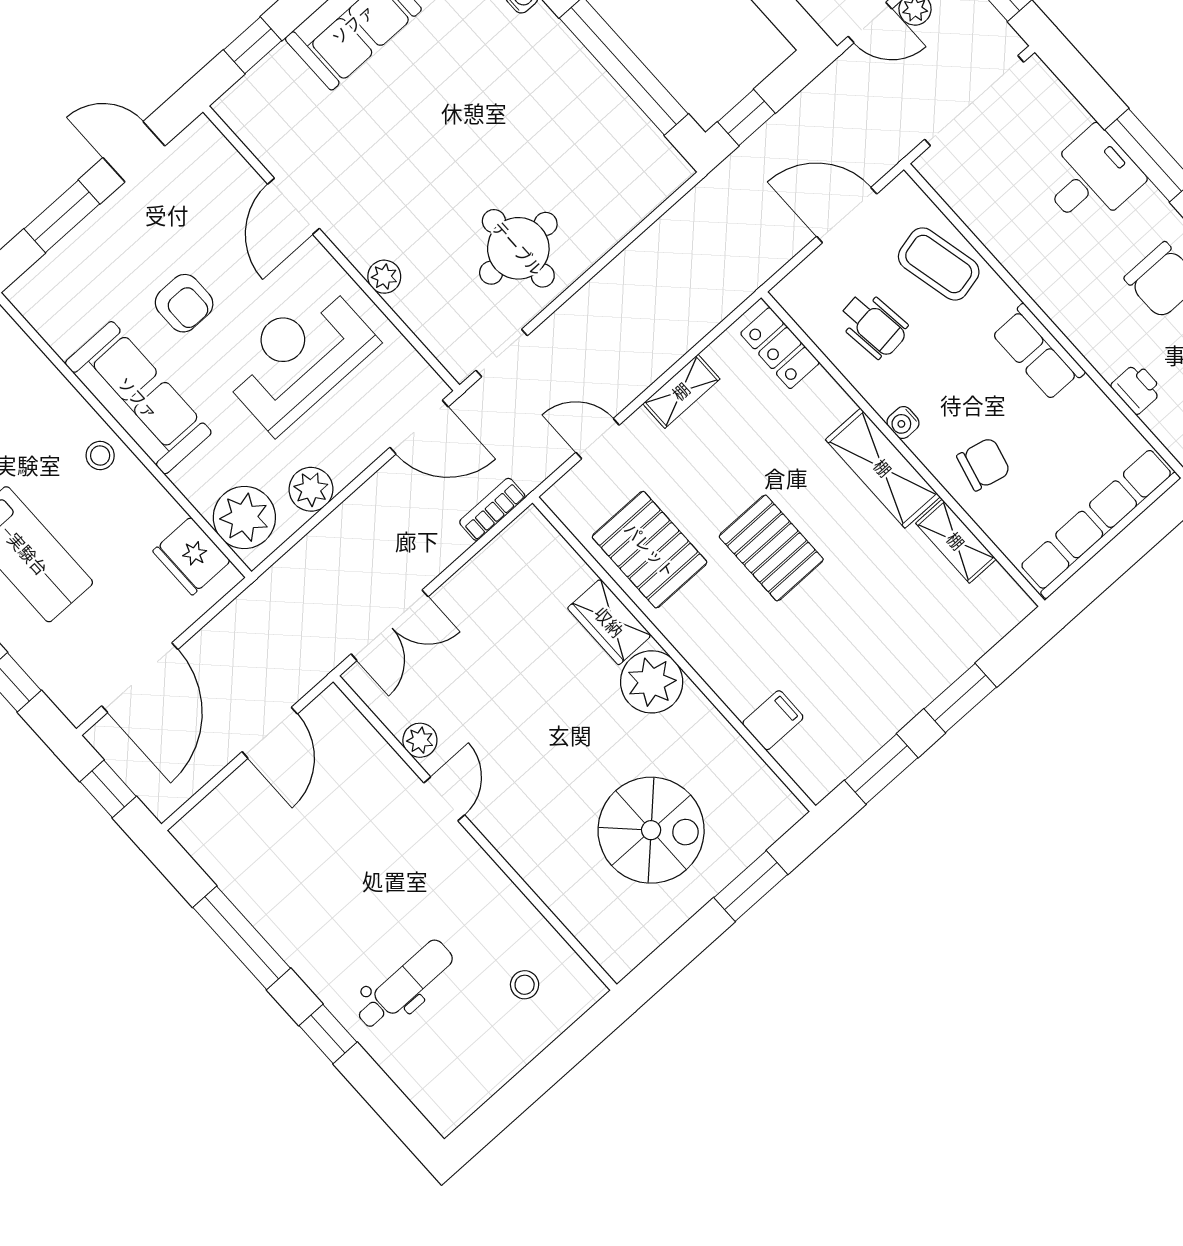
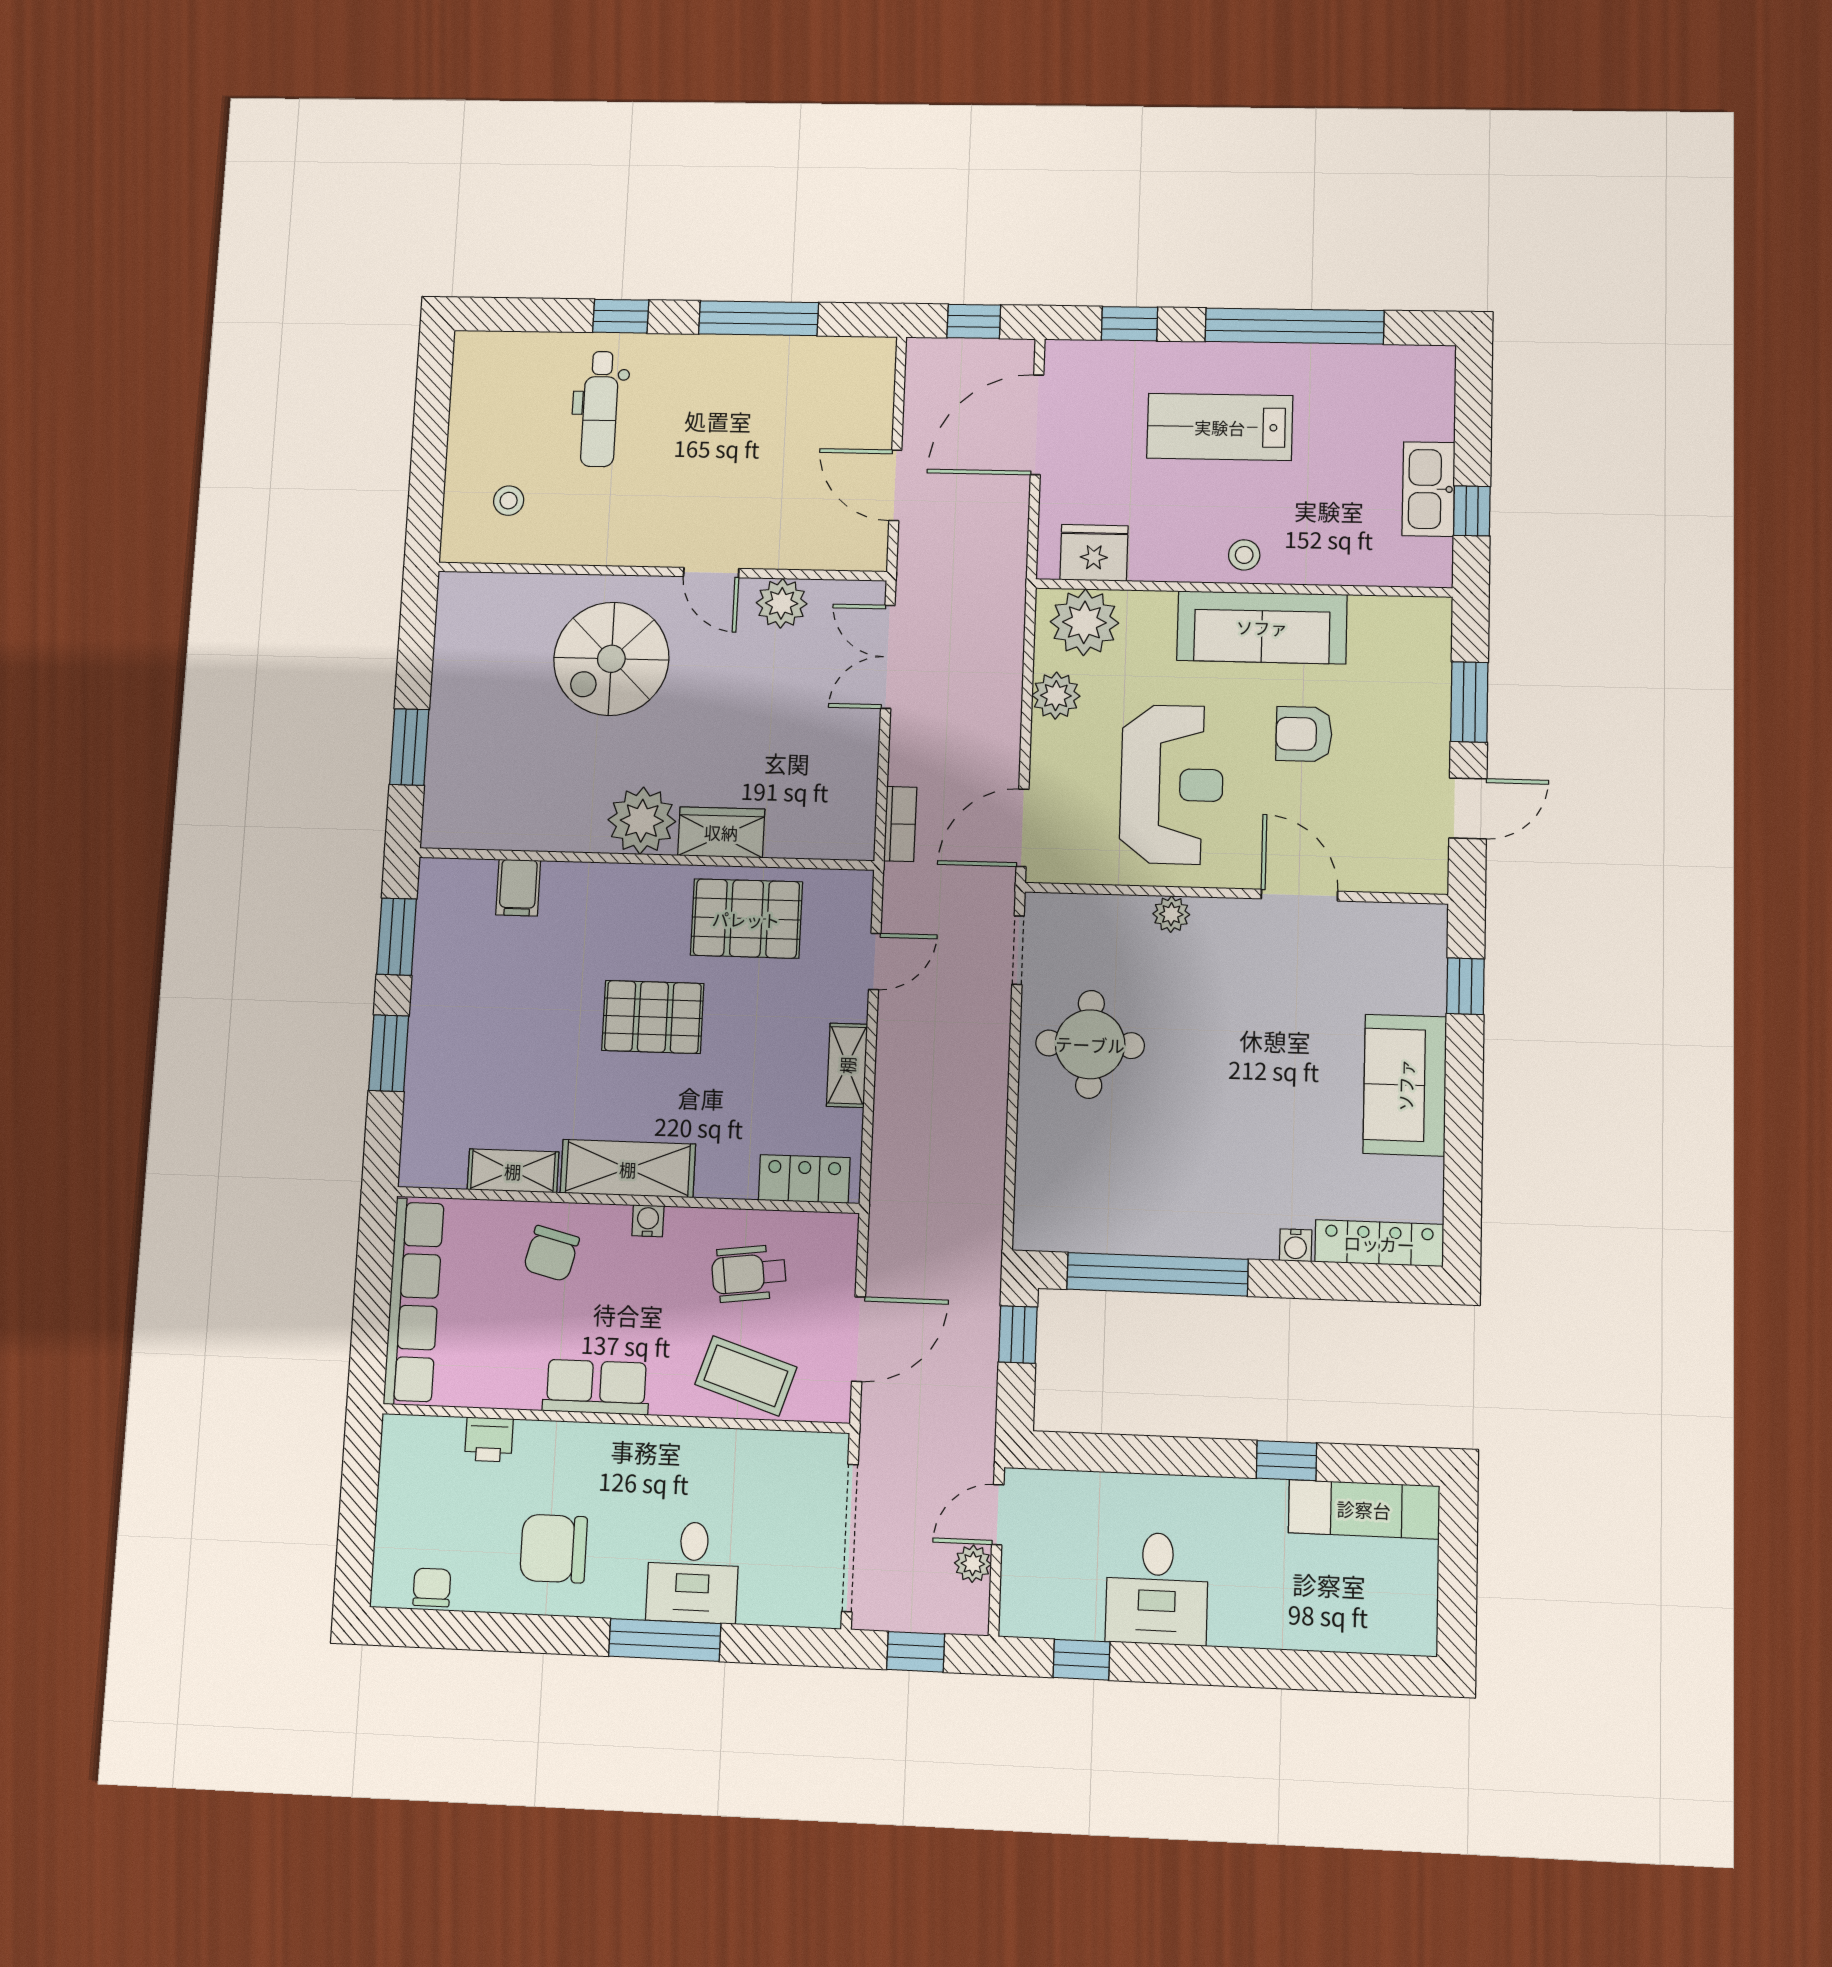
coffee table: (939, 264) -> (746, 1376), turned 31
door: (140, 678) -> (1037, 425), hinge flipped
plant: (420, 740) -> (782, 603), width x1.38, depth x1.38
spiral stairs: (651, 830) -> (611, 659), moved

